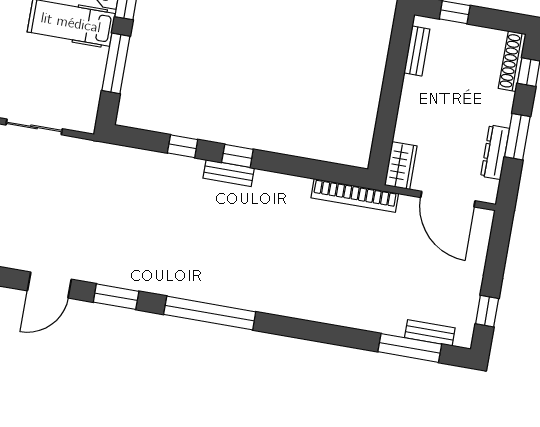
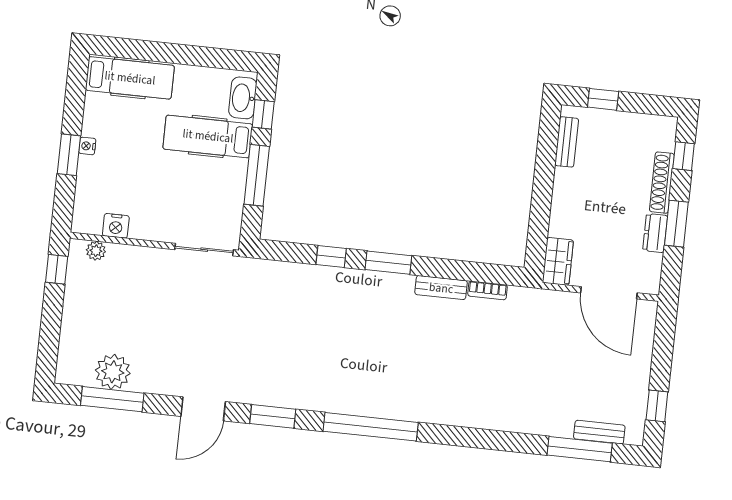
shoe rack: (512, 61) -> (662, 183), moved
sliding door: (34, 127) -> (204, 250), moved
dresser: (495, 152) -> (655, 233), width x0.70
window: (237, 156) -> (388, 263), width x1.50
bench: (229, 173) -> (441, 288), moved
bookcase: (355, 196) -> (488, 290), width x0.43, depth x0.76

